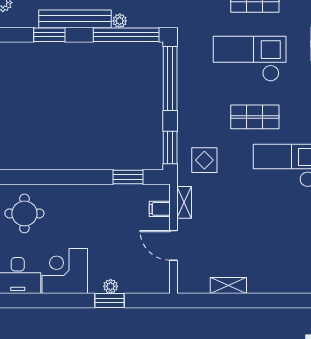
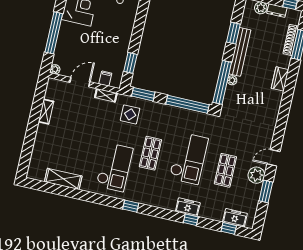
plant: (111, 286) -> (55, 69), moved
window: (109, 300) -> (54, 33), width x2.11

